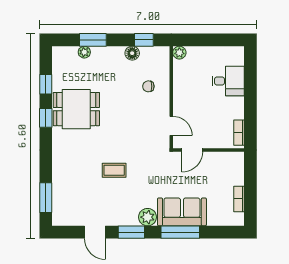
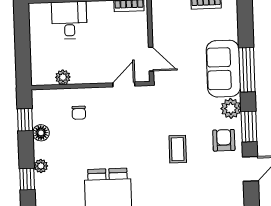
window: (93, 40) -> (27, 179), width x0.67
plant: (84, 52) -> (41, 166), moved
plant: (179, 53) -> (63, 77), moved
armchair: (120, 210) -> (224, 140), added

